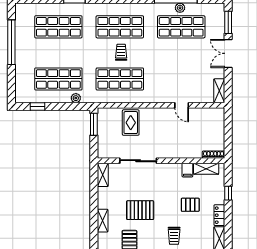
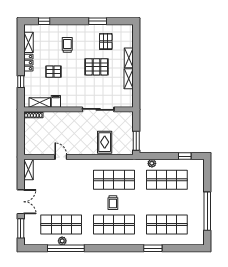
shelving: (103, 175) -> (129, 79), moved

